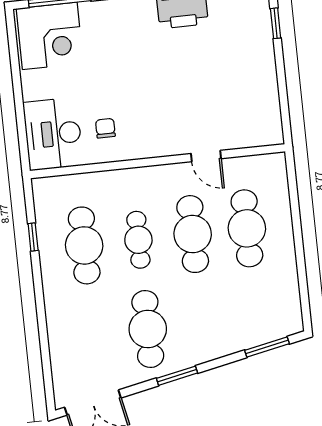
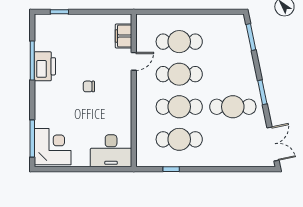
chair: (105, 128) -> (89, 86), moved
filing cabinet: (246, 135) -> (124, 36), added
cafe table: (138, 240) -> (179, 107), width x1.37, depth x1.35

